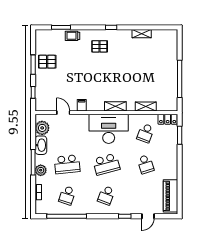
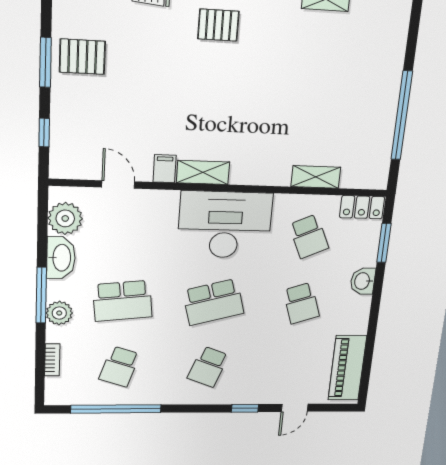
shelving: (115, 106) -> (203, 172), moved
school desk: (146, 133) -> (309, 236), turned -45
washbasin: (172, 153) -> (363, 281), added

